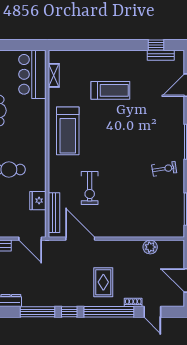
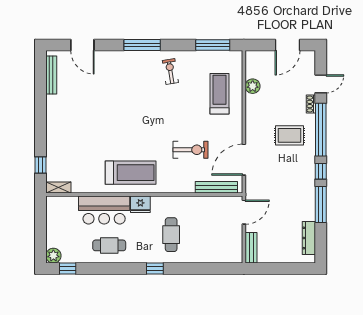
window: (156, 45) -> (40, 165), moved
bench: (161, 55) -> (51, 75), width x1.36
bar counter: (32, 74) -> (104, 210), moved
shelving: (54, 75) -> (58, 187), moved
treadmill: (110, 90) -> (220, 94), moved
fridge: (38, 201) -> (140, 204), moved

